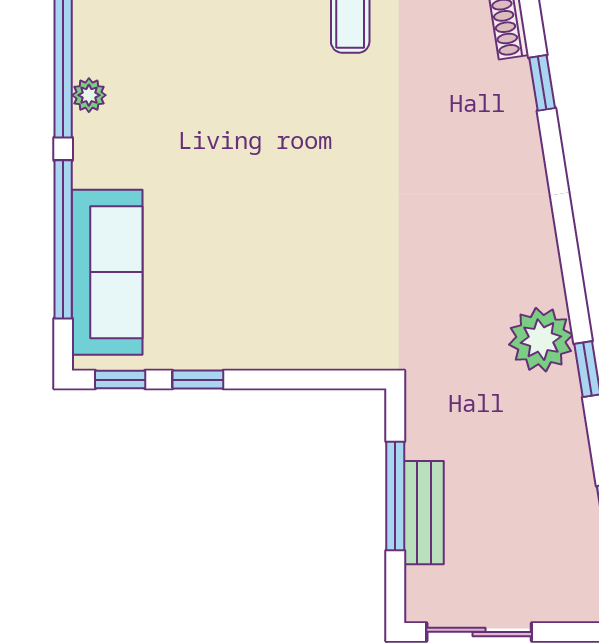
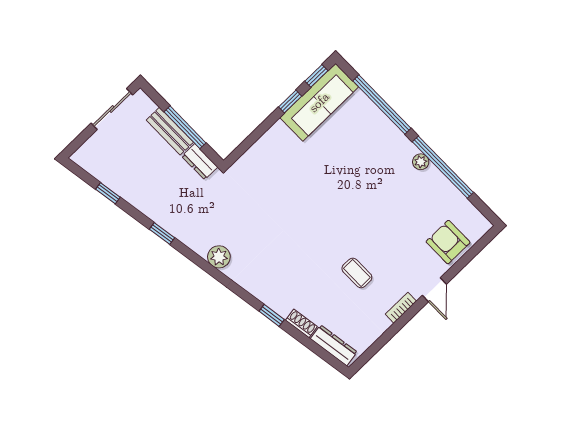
sofa: (107, 272) -> (319, 102), moved, turned -90
plant: (541, 340) -> (219, 257), moved, width x0.73, depth x0.73
dresser: (424, 422) -> (200, 162), added

